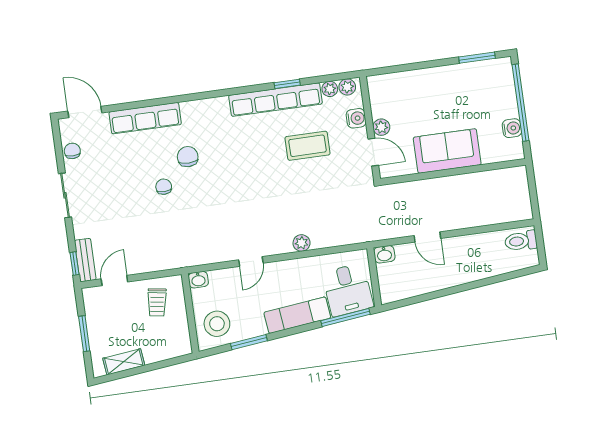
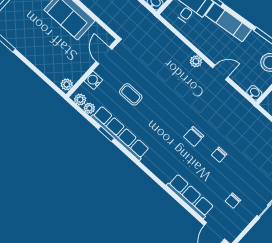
plant: (381, 127) -> (67, 84), moved
coffee table: (307, 146) -> (131, 94), width x0.73, depth x0.77
chair: (72, 151) -> (233, 201), moved
chair: (188, 157) -> (194, 136), moved
plant: (302, 243) -> (196, 61), moved

